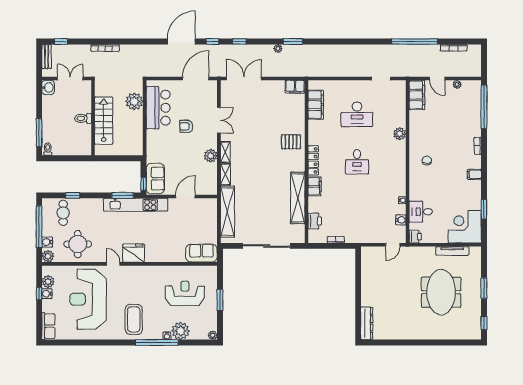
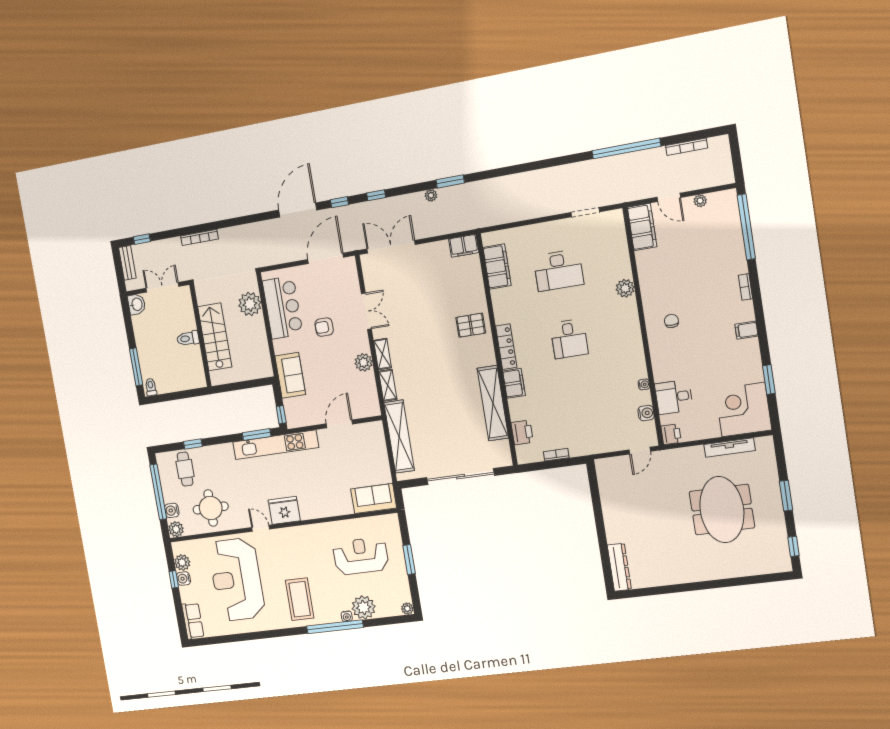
sofa: (155, 179) -> (290, 375), moved

